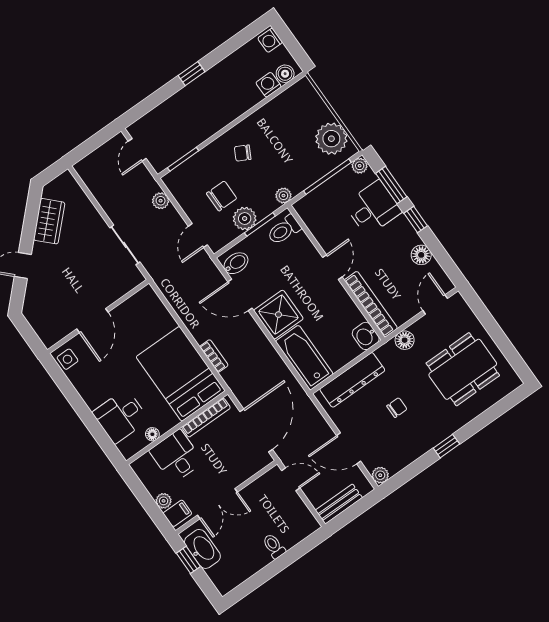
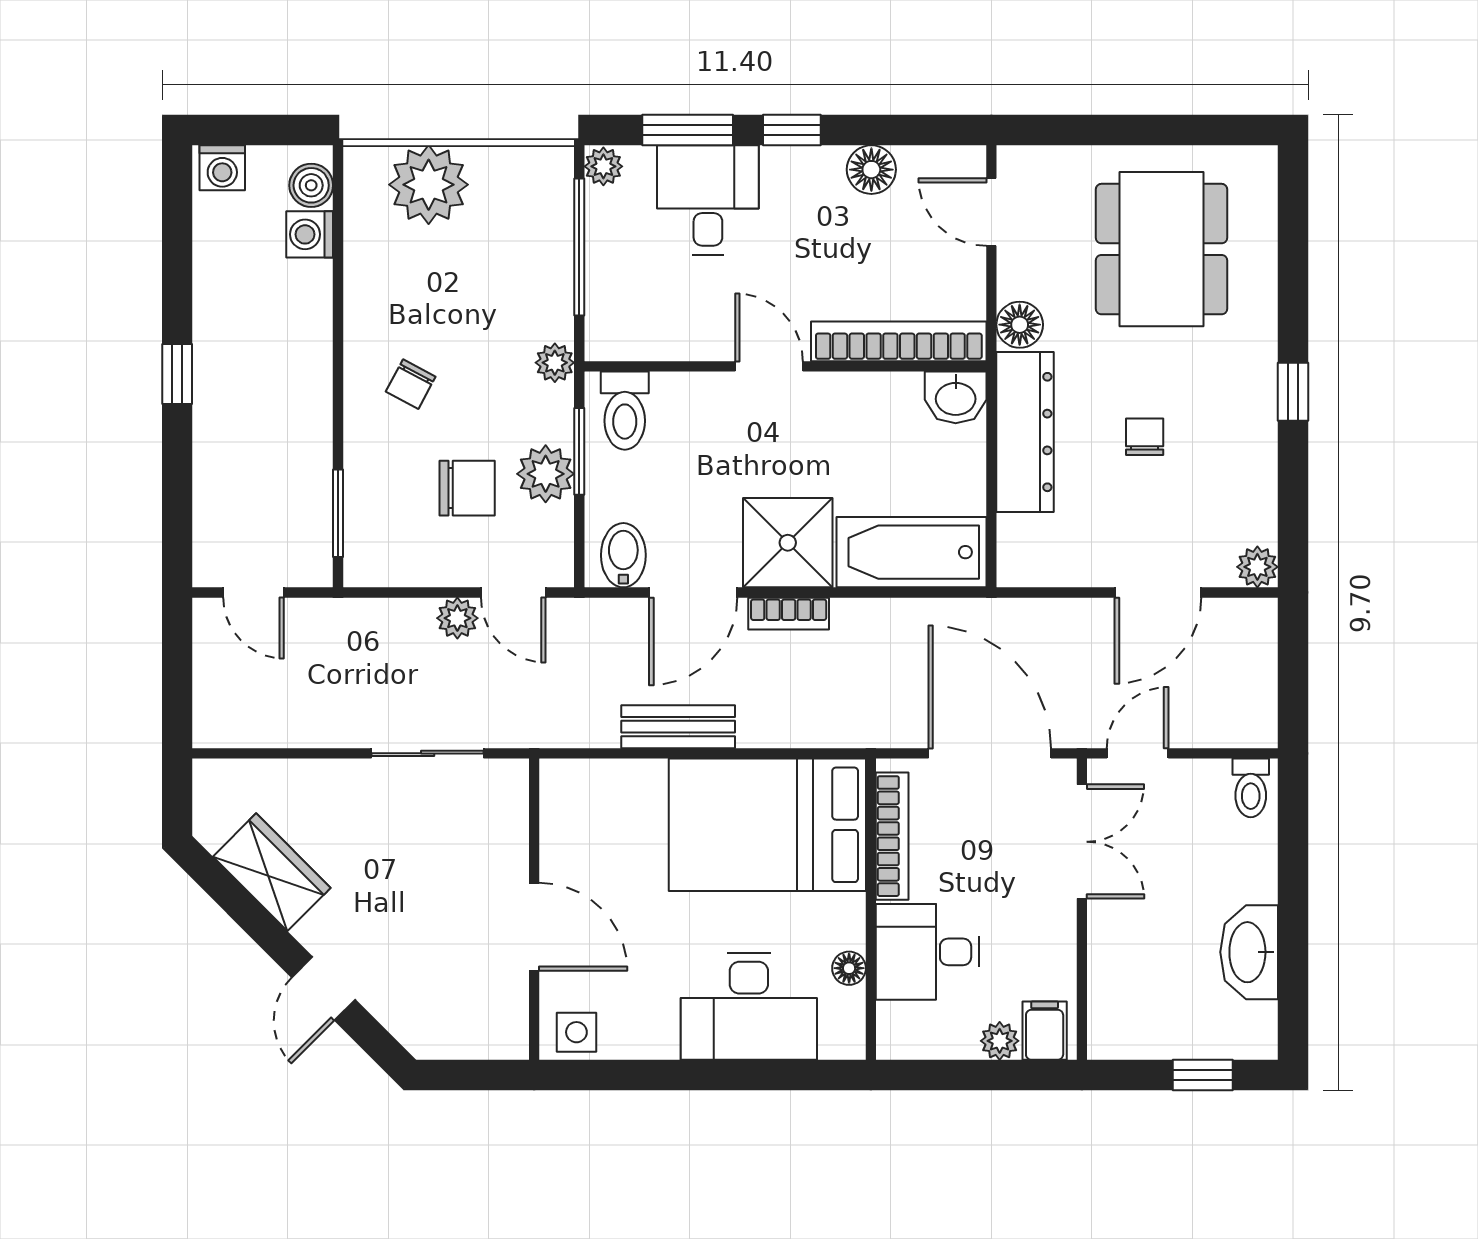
plant: (331, 139) -> (429, 185), moved
chair: (222, 196) -> (467, 488), turned 90
plant: (161, 201) -> (457, 618), moved
bookcase: (214, 356) -> (789, 614), moved, turned 180
dresser: (352, 380) -> (1025, 432), moved
desk: (121, 416) -> (749, 1006), width x1.37
double door: (217, 504) -> (1082, 842), moved
bench: (339, 504) -> (678, 727), moved, turned 90
toilet: (274, 546) -> (1251, 788), moved, turned -90
washbasin: (202, 549) -> (1249, 952), moved, turned -90
window: (188, 560) -> (1203, 1075), moved

